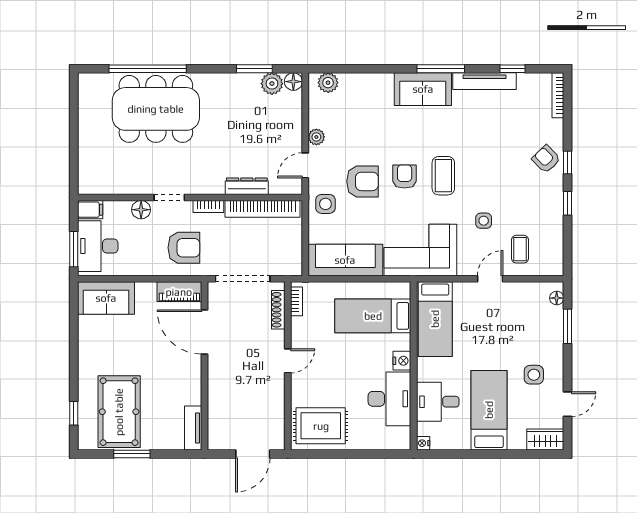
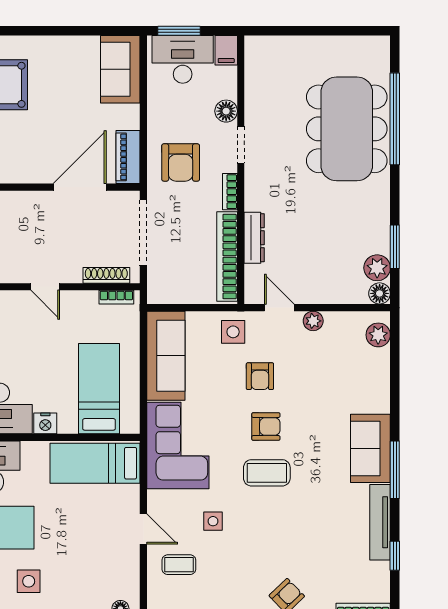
armchair: (363, 181) -> (260, 376), width x0.72, depth x0.72

